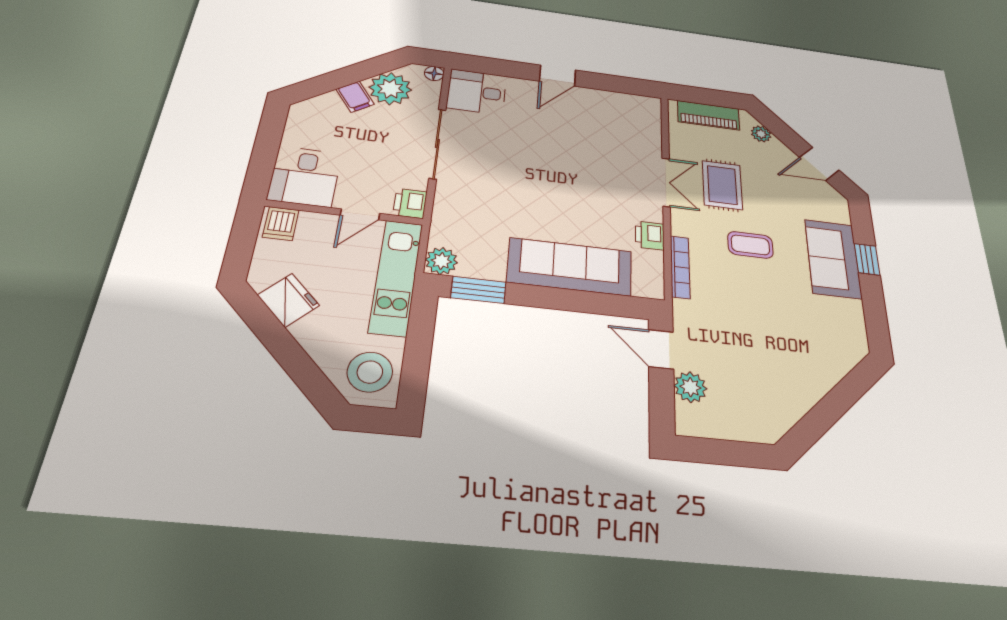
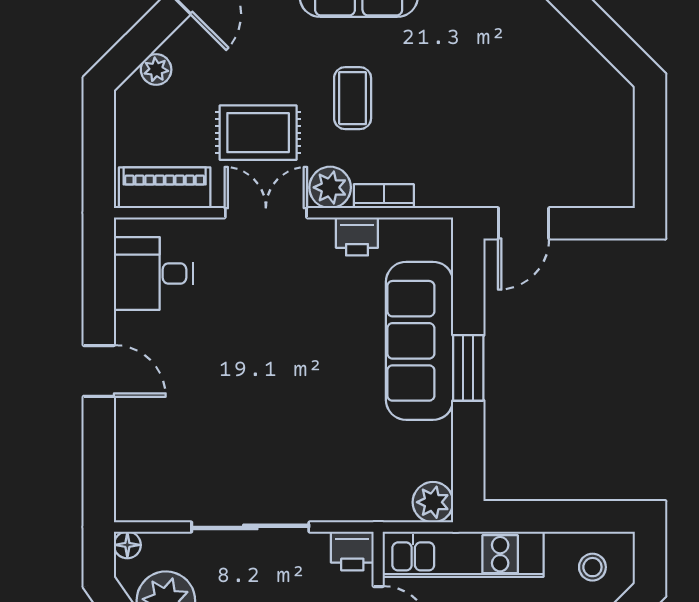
desk: (477, 92) -> (153, 274), moved, turned 90
piano: (709, 115) -> (165, 188), moved, turned -90
bookcase: (680, 267) -> (384, 196), width x0.64
window: (478, 290) -> (468, 368), moved
stool: (370, 372) -> (592, 567), width x0.53, depth x0.53
plant: (690, 387) -> (330, 187), moved

